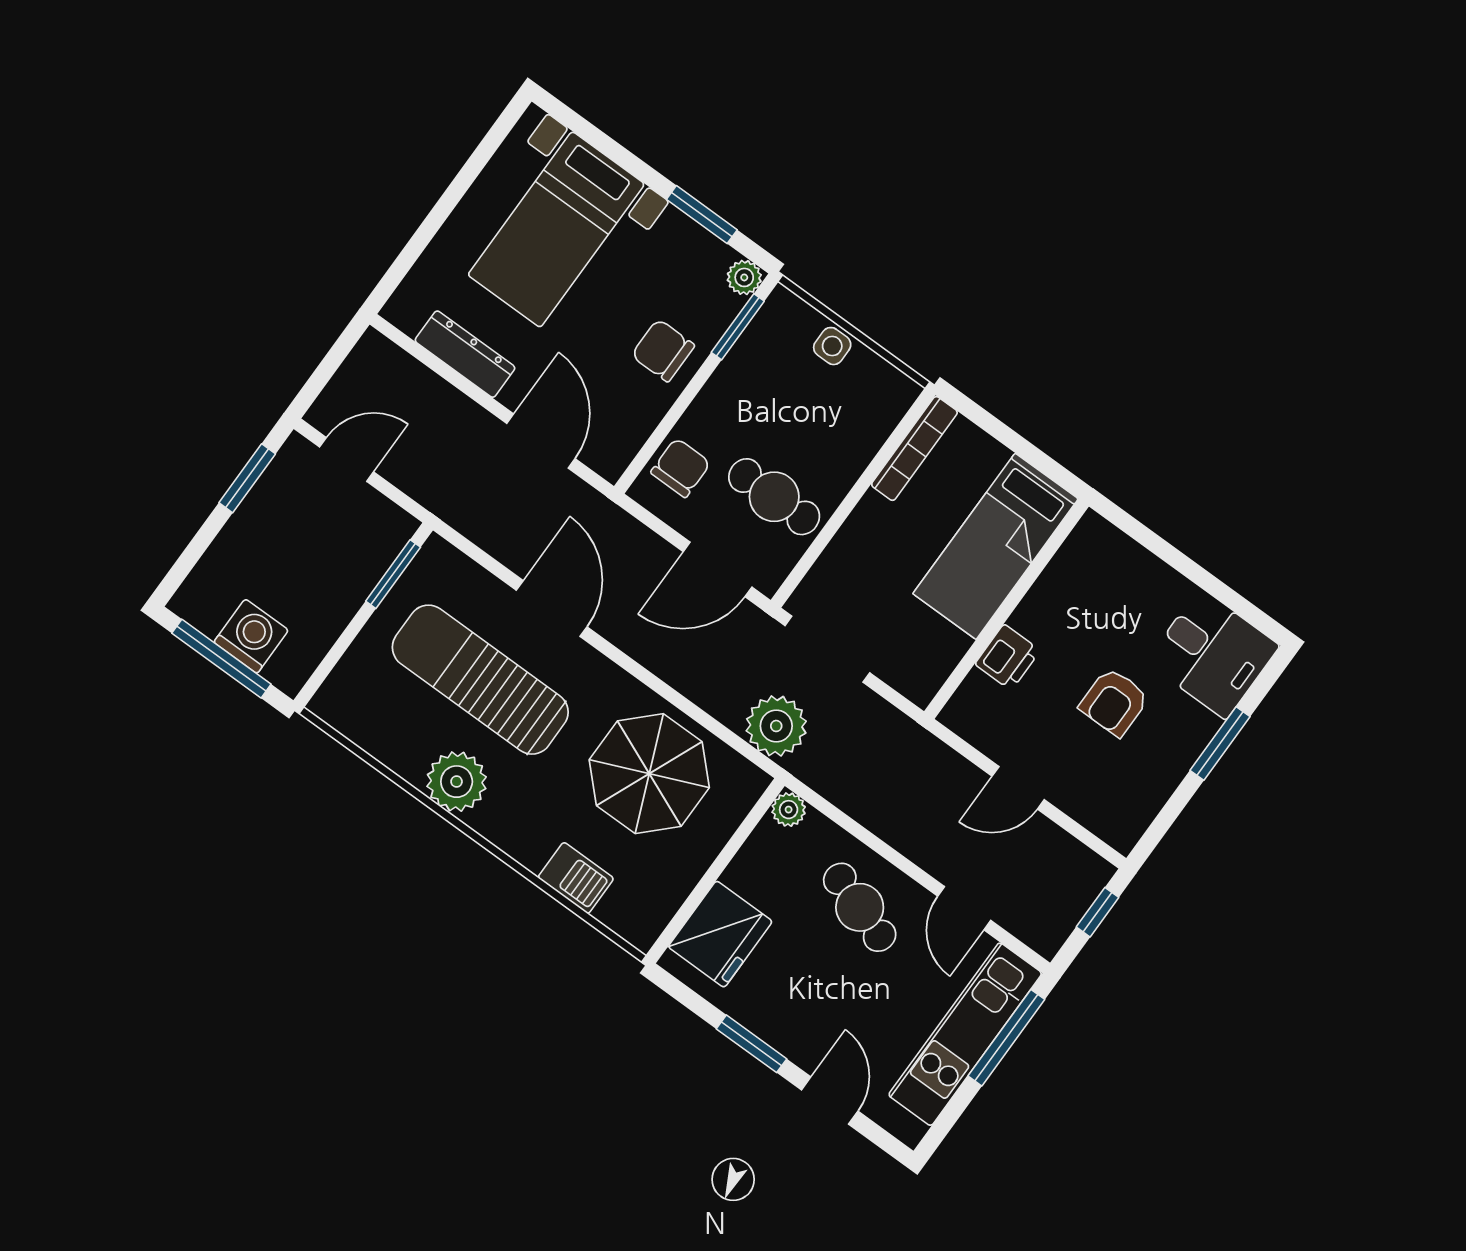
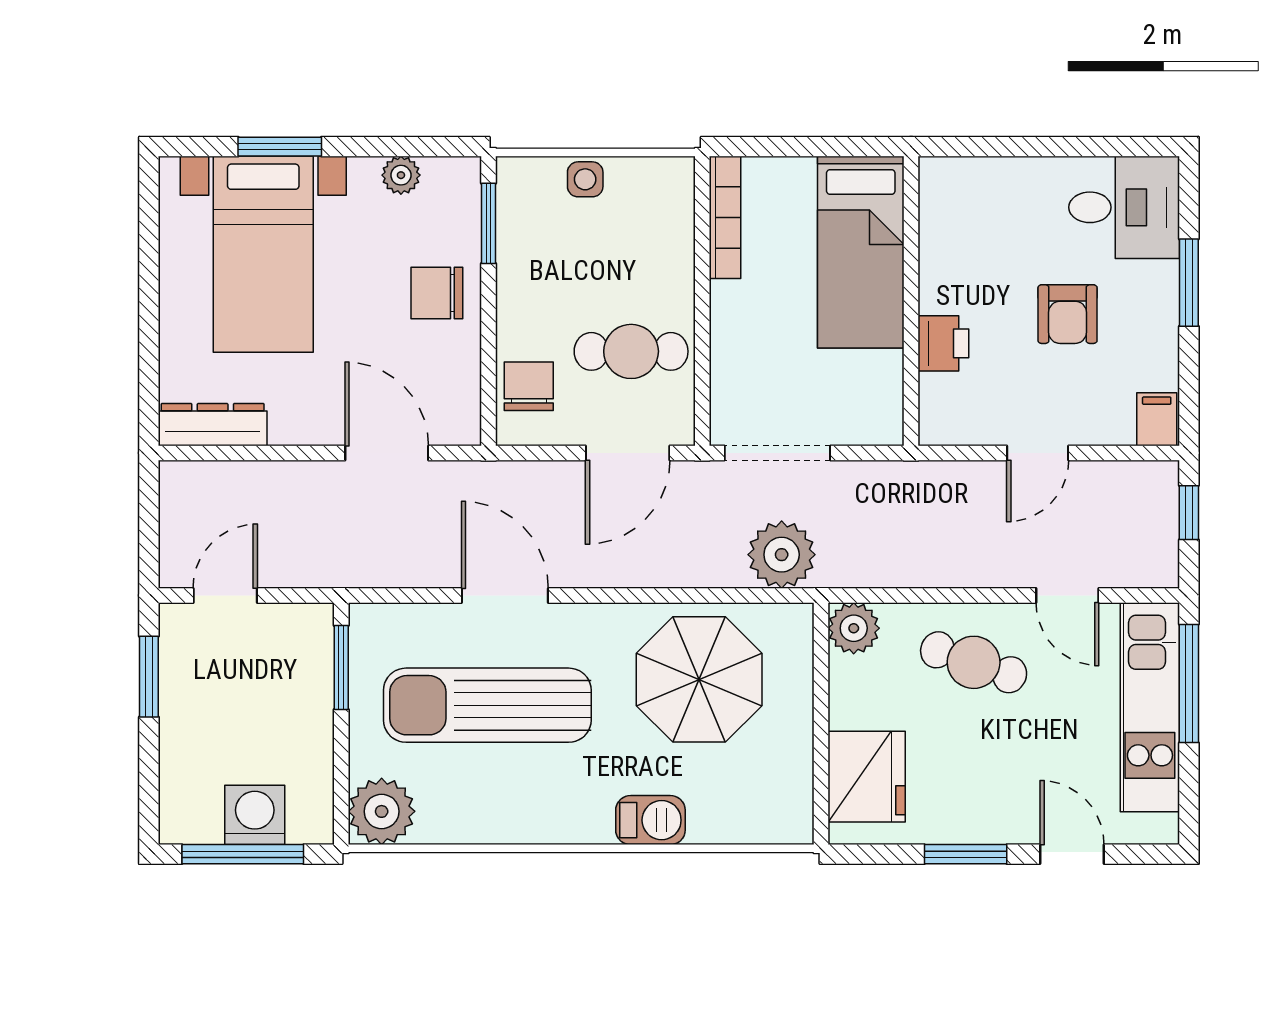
window: (702, 215) -> (280, 147), moved
plant: (744, 277) -> (401, 175), moved
dresser: (465, 354) -> (213, 425), moved
plant: (457, 782) -> (382, 811), moved
plant: (789, 810) -> (854, 628), width x1.38, depth x1.38
filing cabinet: (1124, 827) -> (1157, 419), added
barbecue: (576, 878) -> (650, 820), moved

